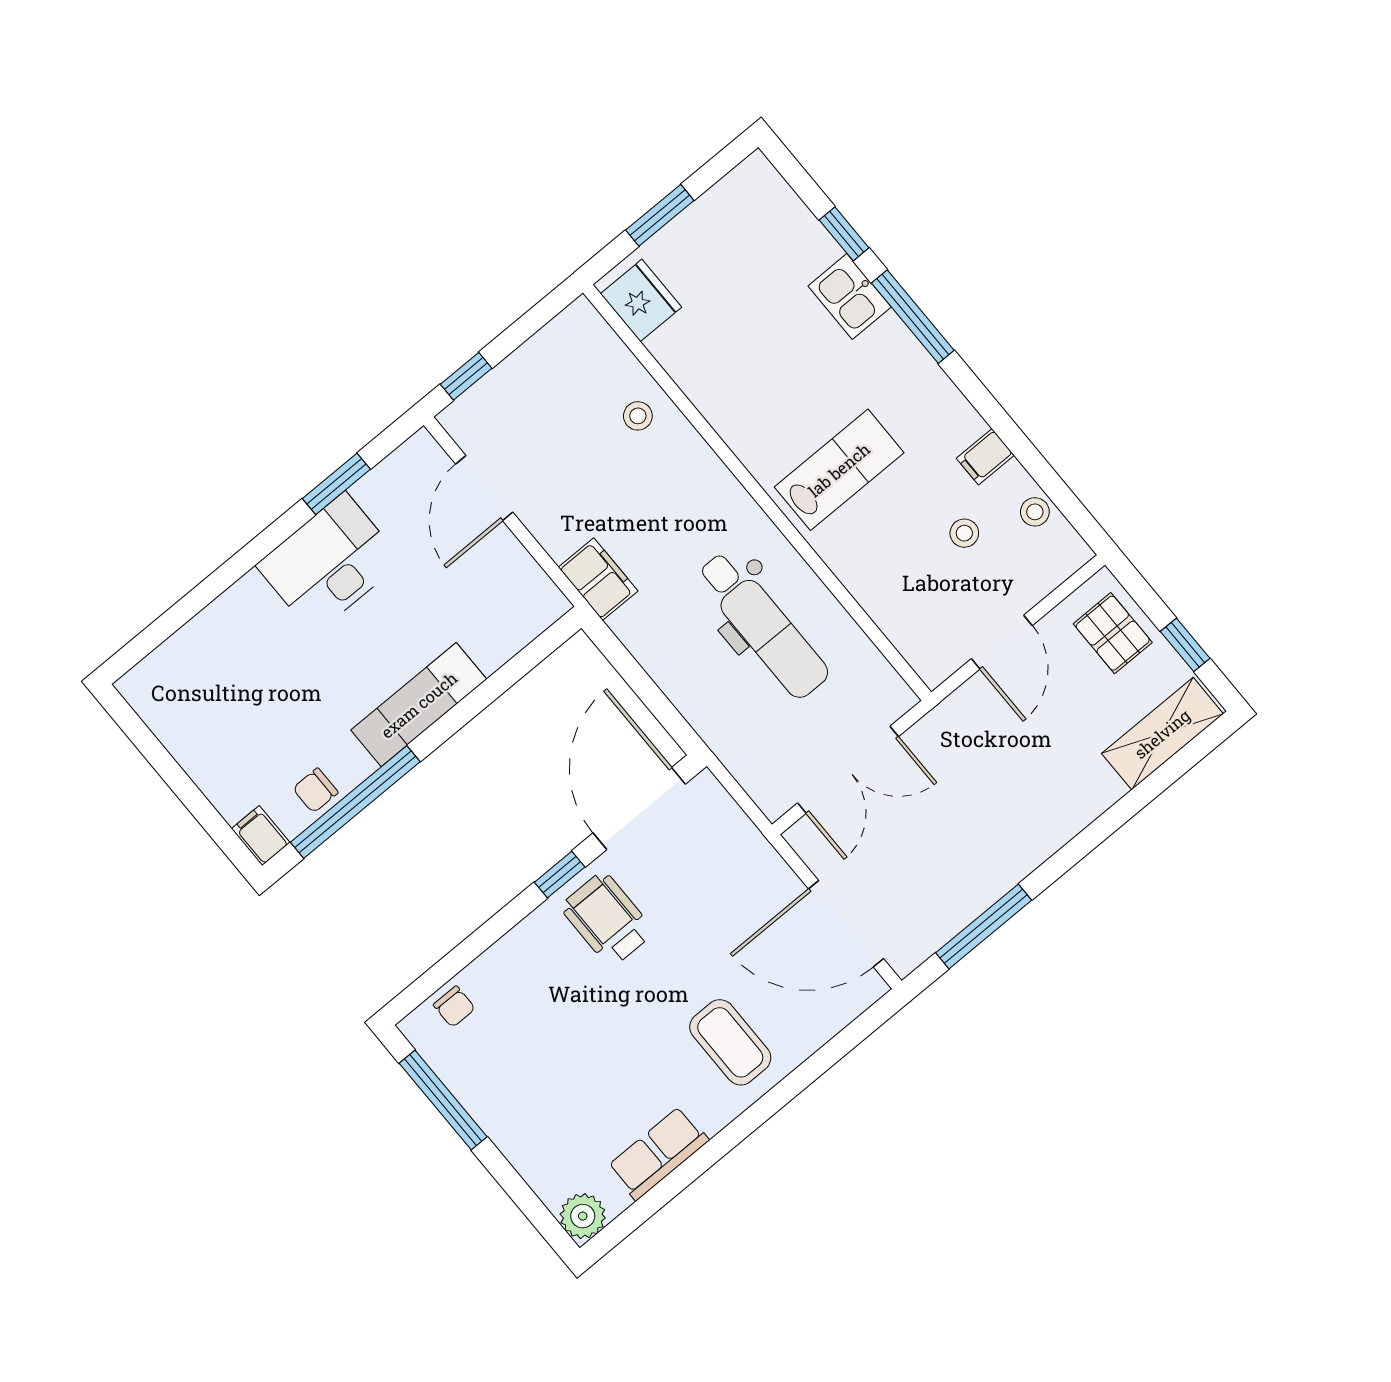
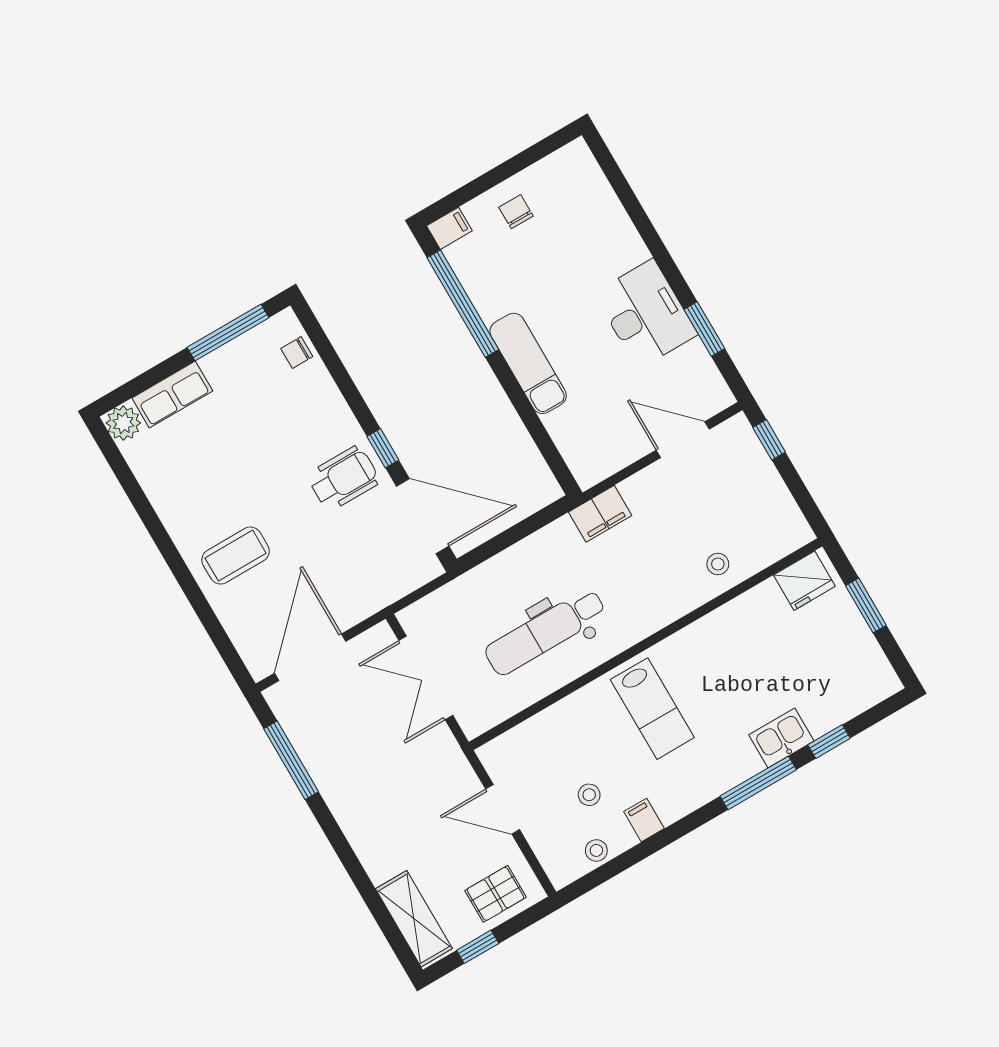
chair: (315, 790) -> (516, 212), moved
row of seats: (658, 1153) -> (172, 395), moved, turned 90

